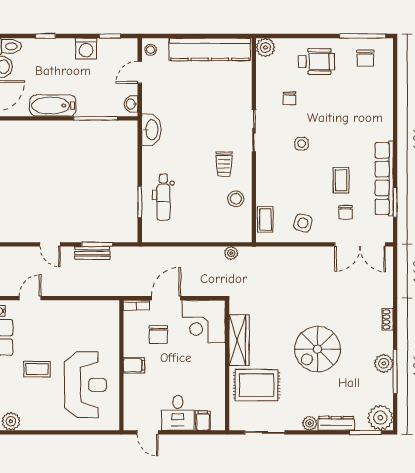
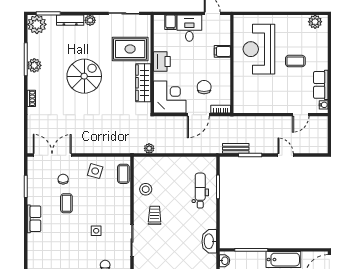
row of seats: (384, 179) -> (34, 219), width x0.50
bench: (92, 253) -> (236, 148), moved
filing cabinet: (134, 365) -> (222, 51), moved
printer: (214, 368) -> (162, 62), added

